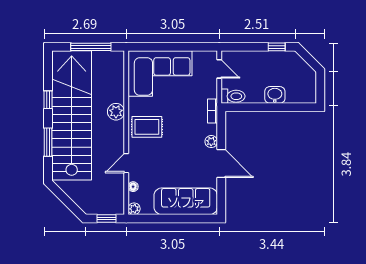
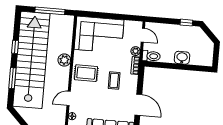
coffee table: (186, 134) -> (114, 81), added
plant: (211, 142) -> (136, 51), moved

